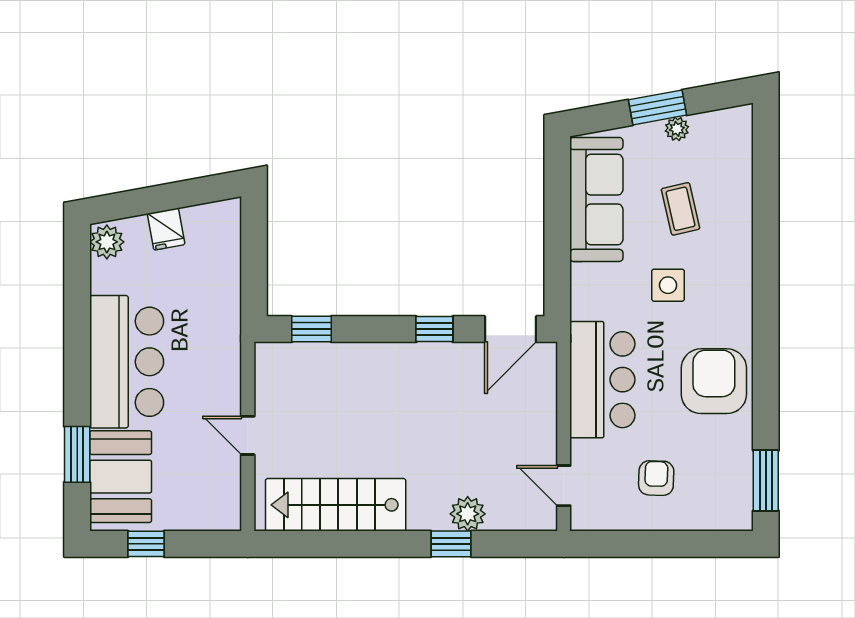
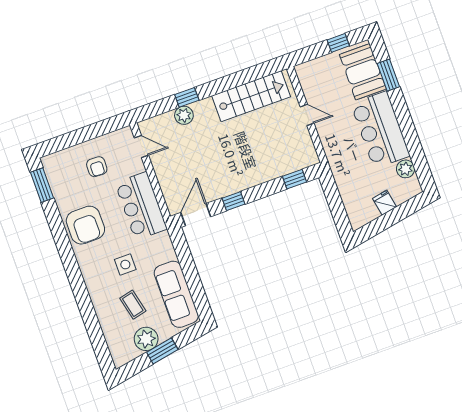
plant: (677, 129) -> (146, 339), width x1.88, depth x1.88
plant: (107, 242) -> (406, 169), moved

